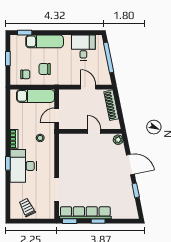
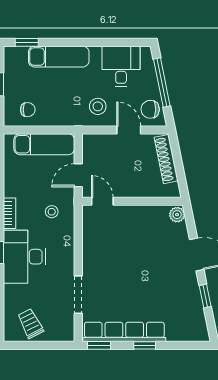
chair: (45, 69) -> (150, 109), moved
stool: (69, 72) -> (98, 106), added
door: (94, 131) -> (102, 201), moved

